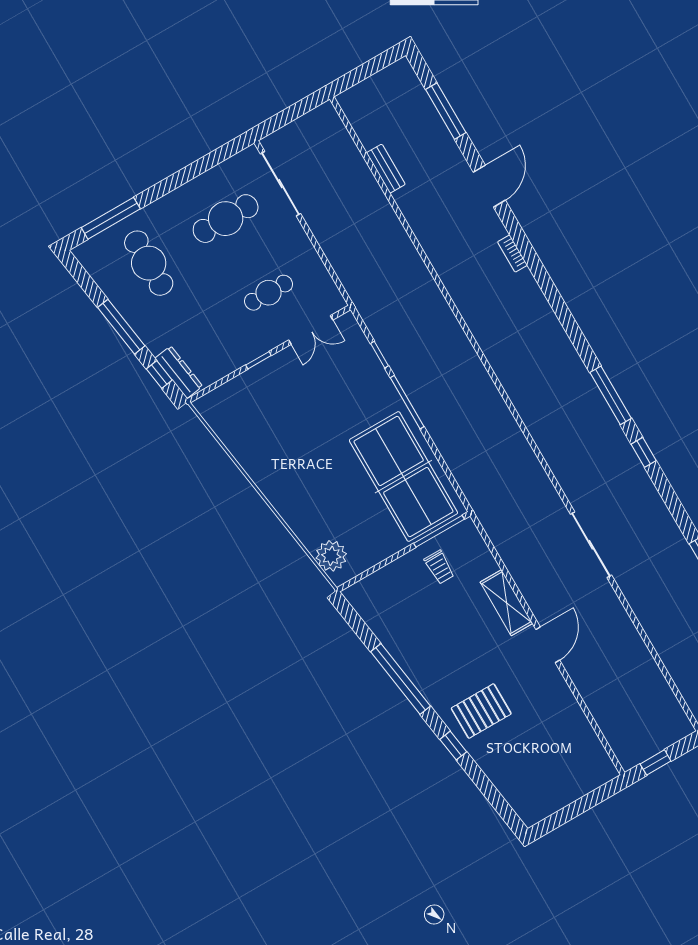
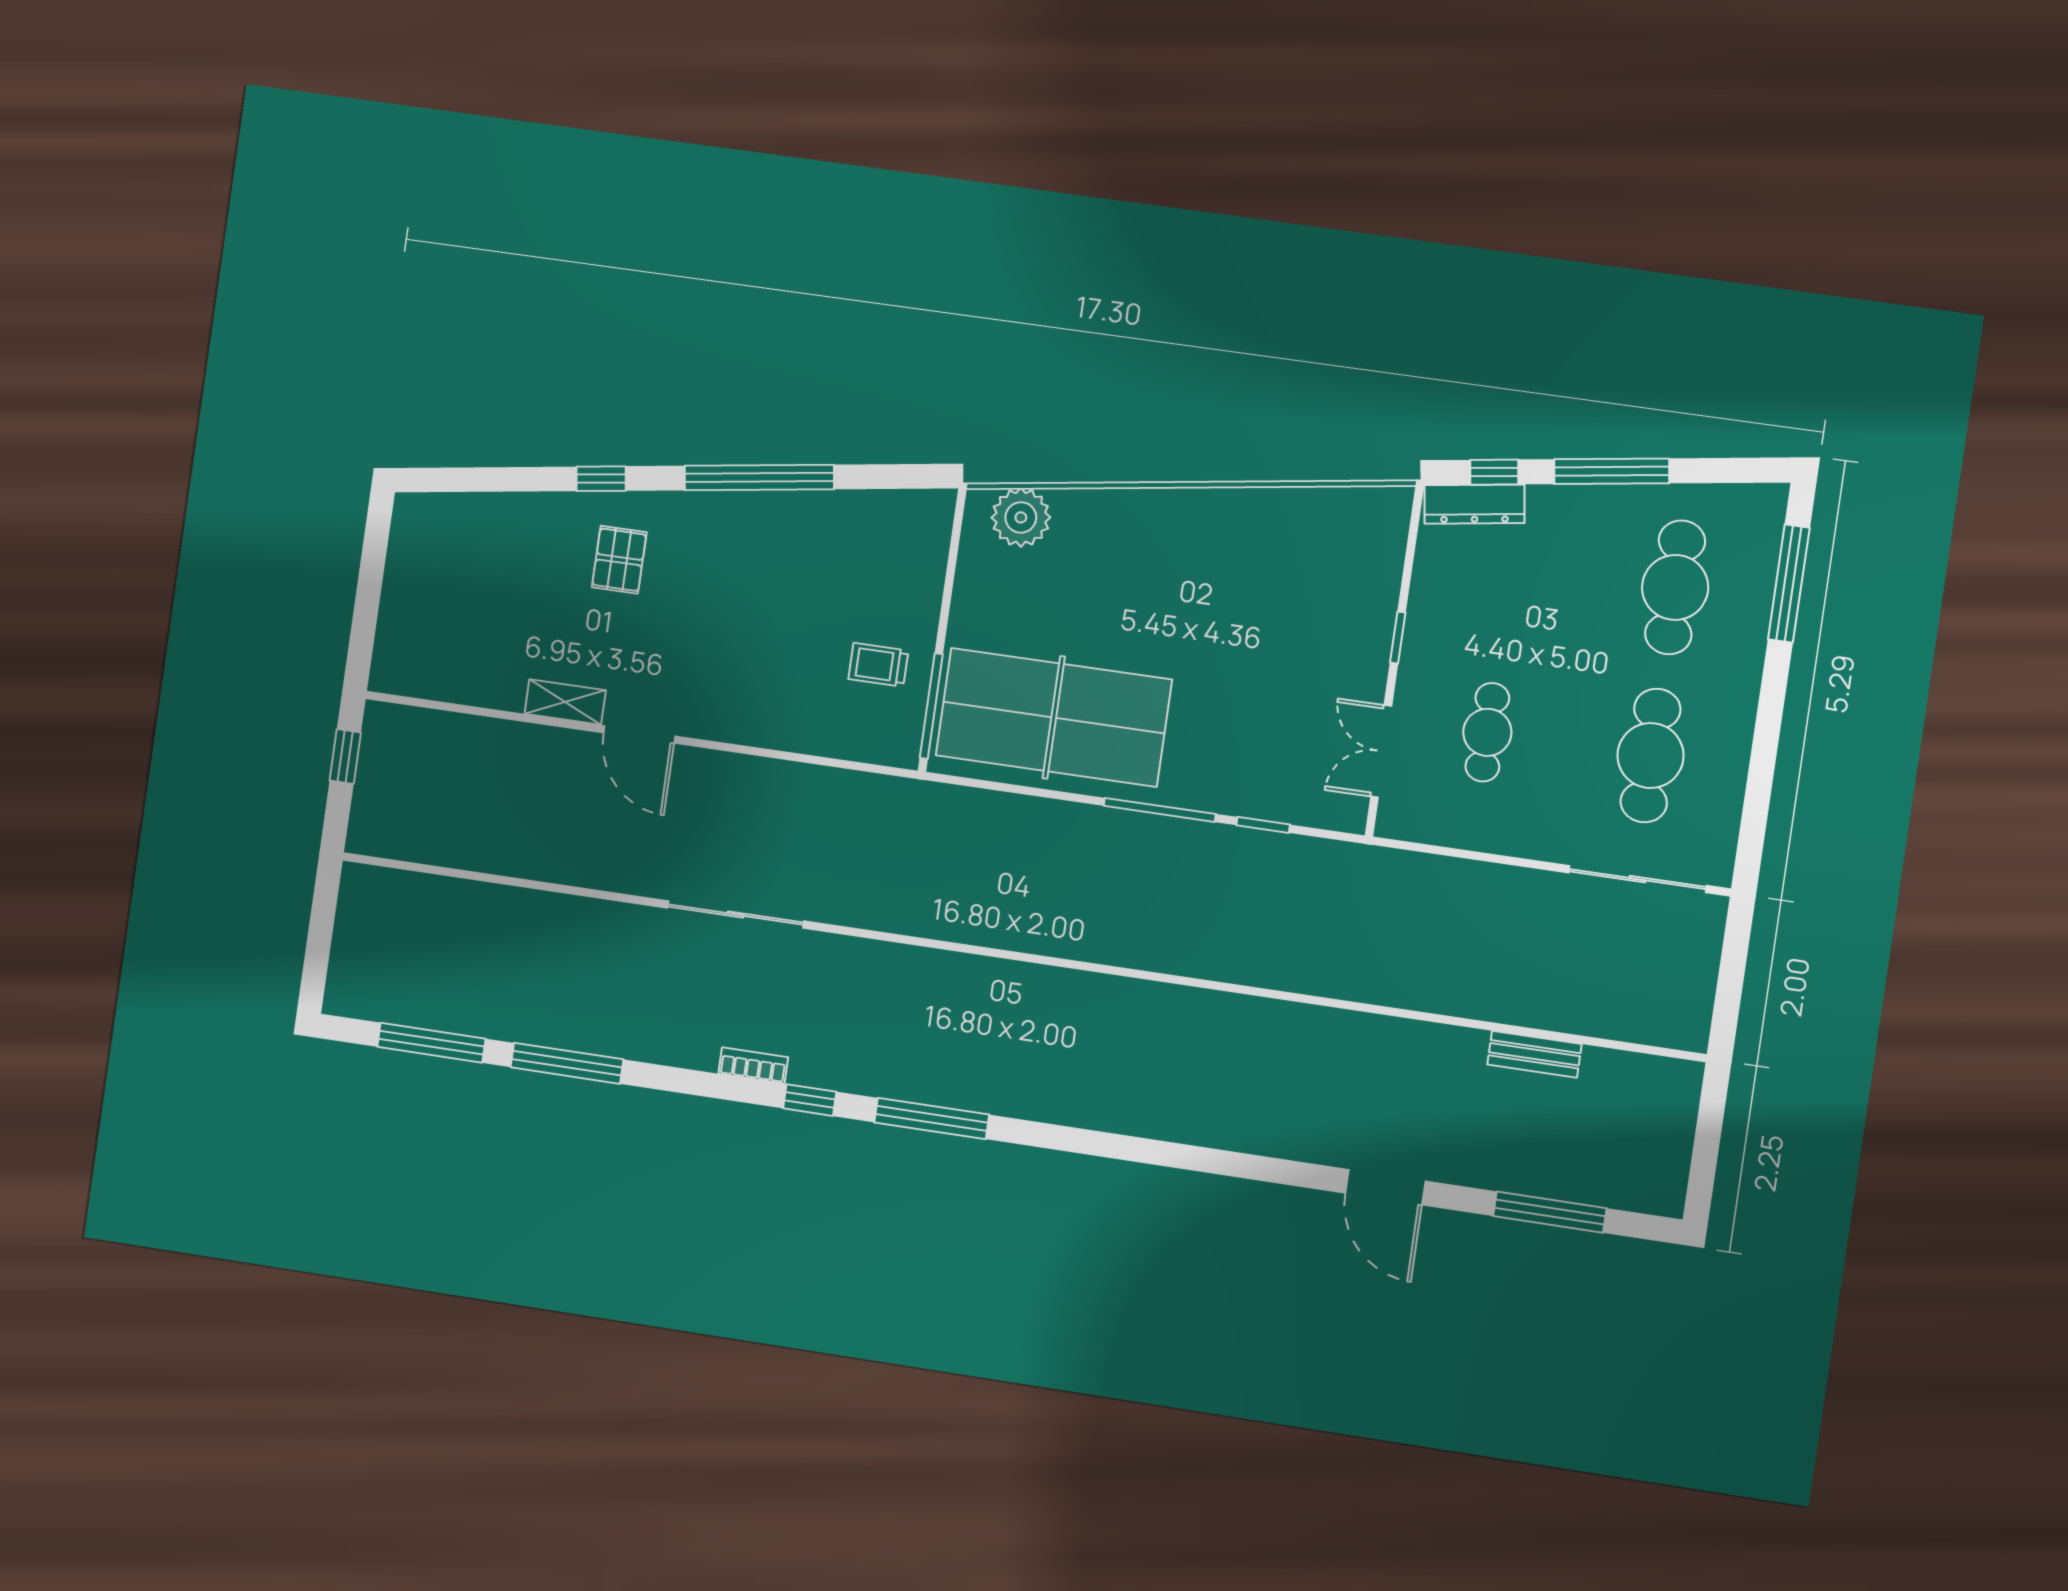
bookcase: (512, 253) -> (753, 1065), moved
cafe table: (149, 263) -> (1675, 587), turned 90
shelving: (506, 603) -> (565, 702), moved, width x0.67, depth x0.75
pallet: (481, 711) -> (619, 560), width x0.67, depth x0.71

